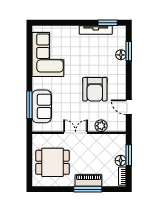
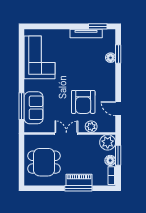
armchair: (95, 89) -> (83, 102), moved
plant: (118, 142) -> (108, 142), added

